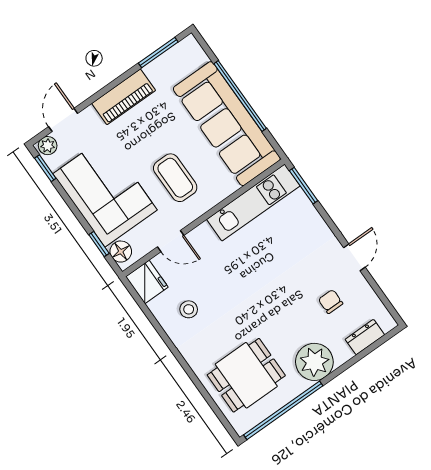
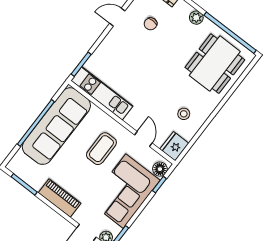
plant: (314, 362) -> (196, 18), width x0.53, depth x0.53
dining table: (246, 375) -> (215, 64), width x1.38

